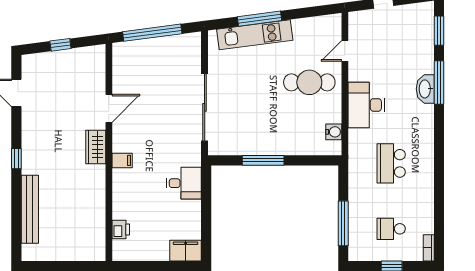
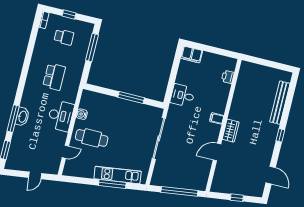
water cooler: (334, 132) -> (82, 114), moved

